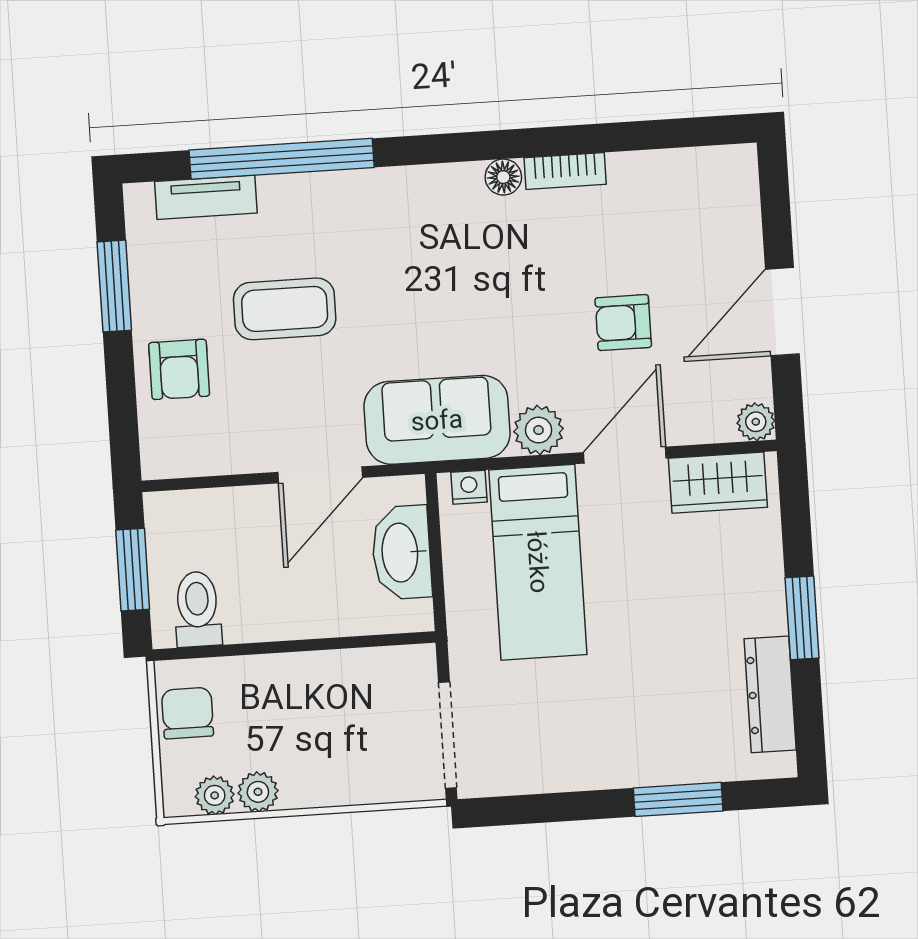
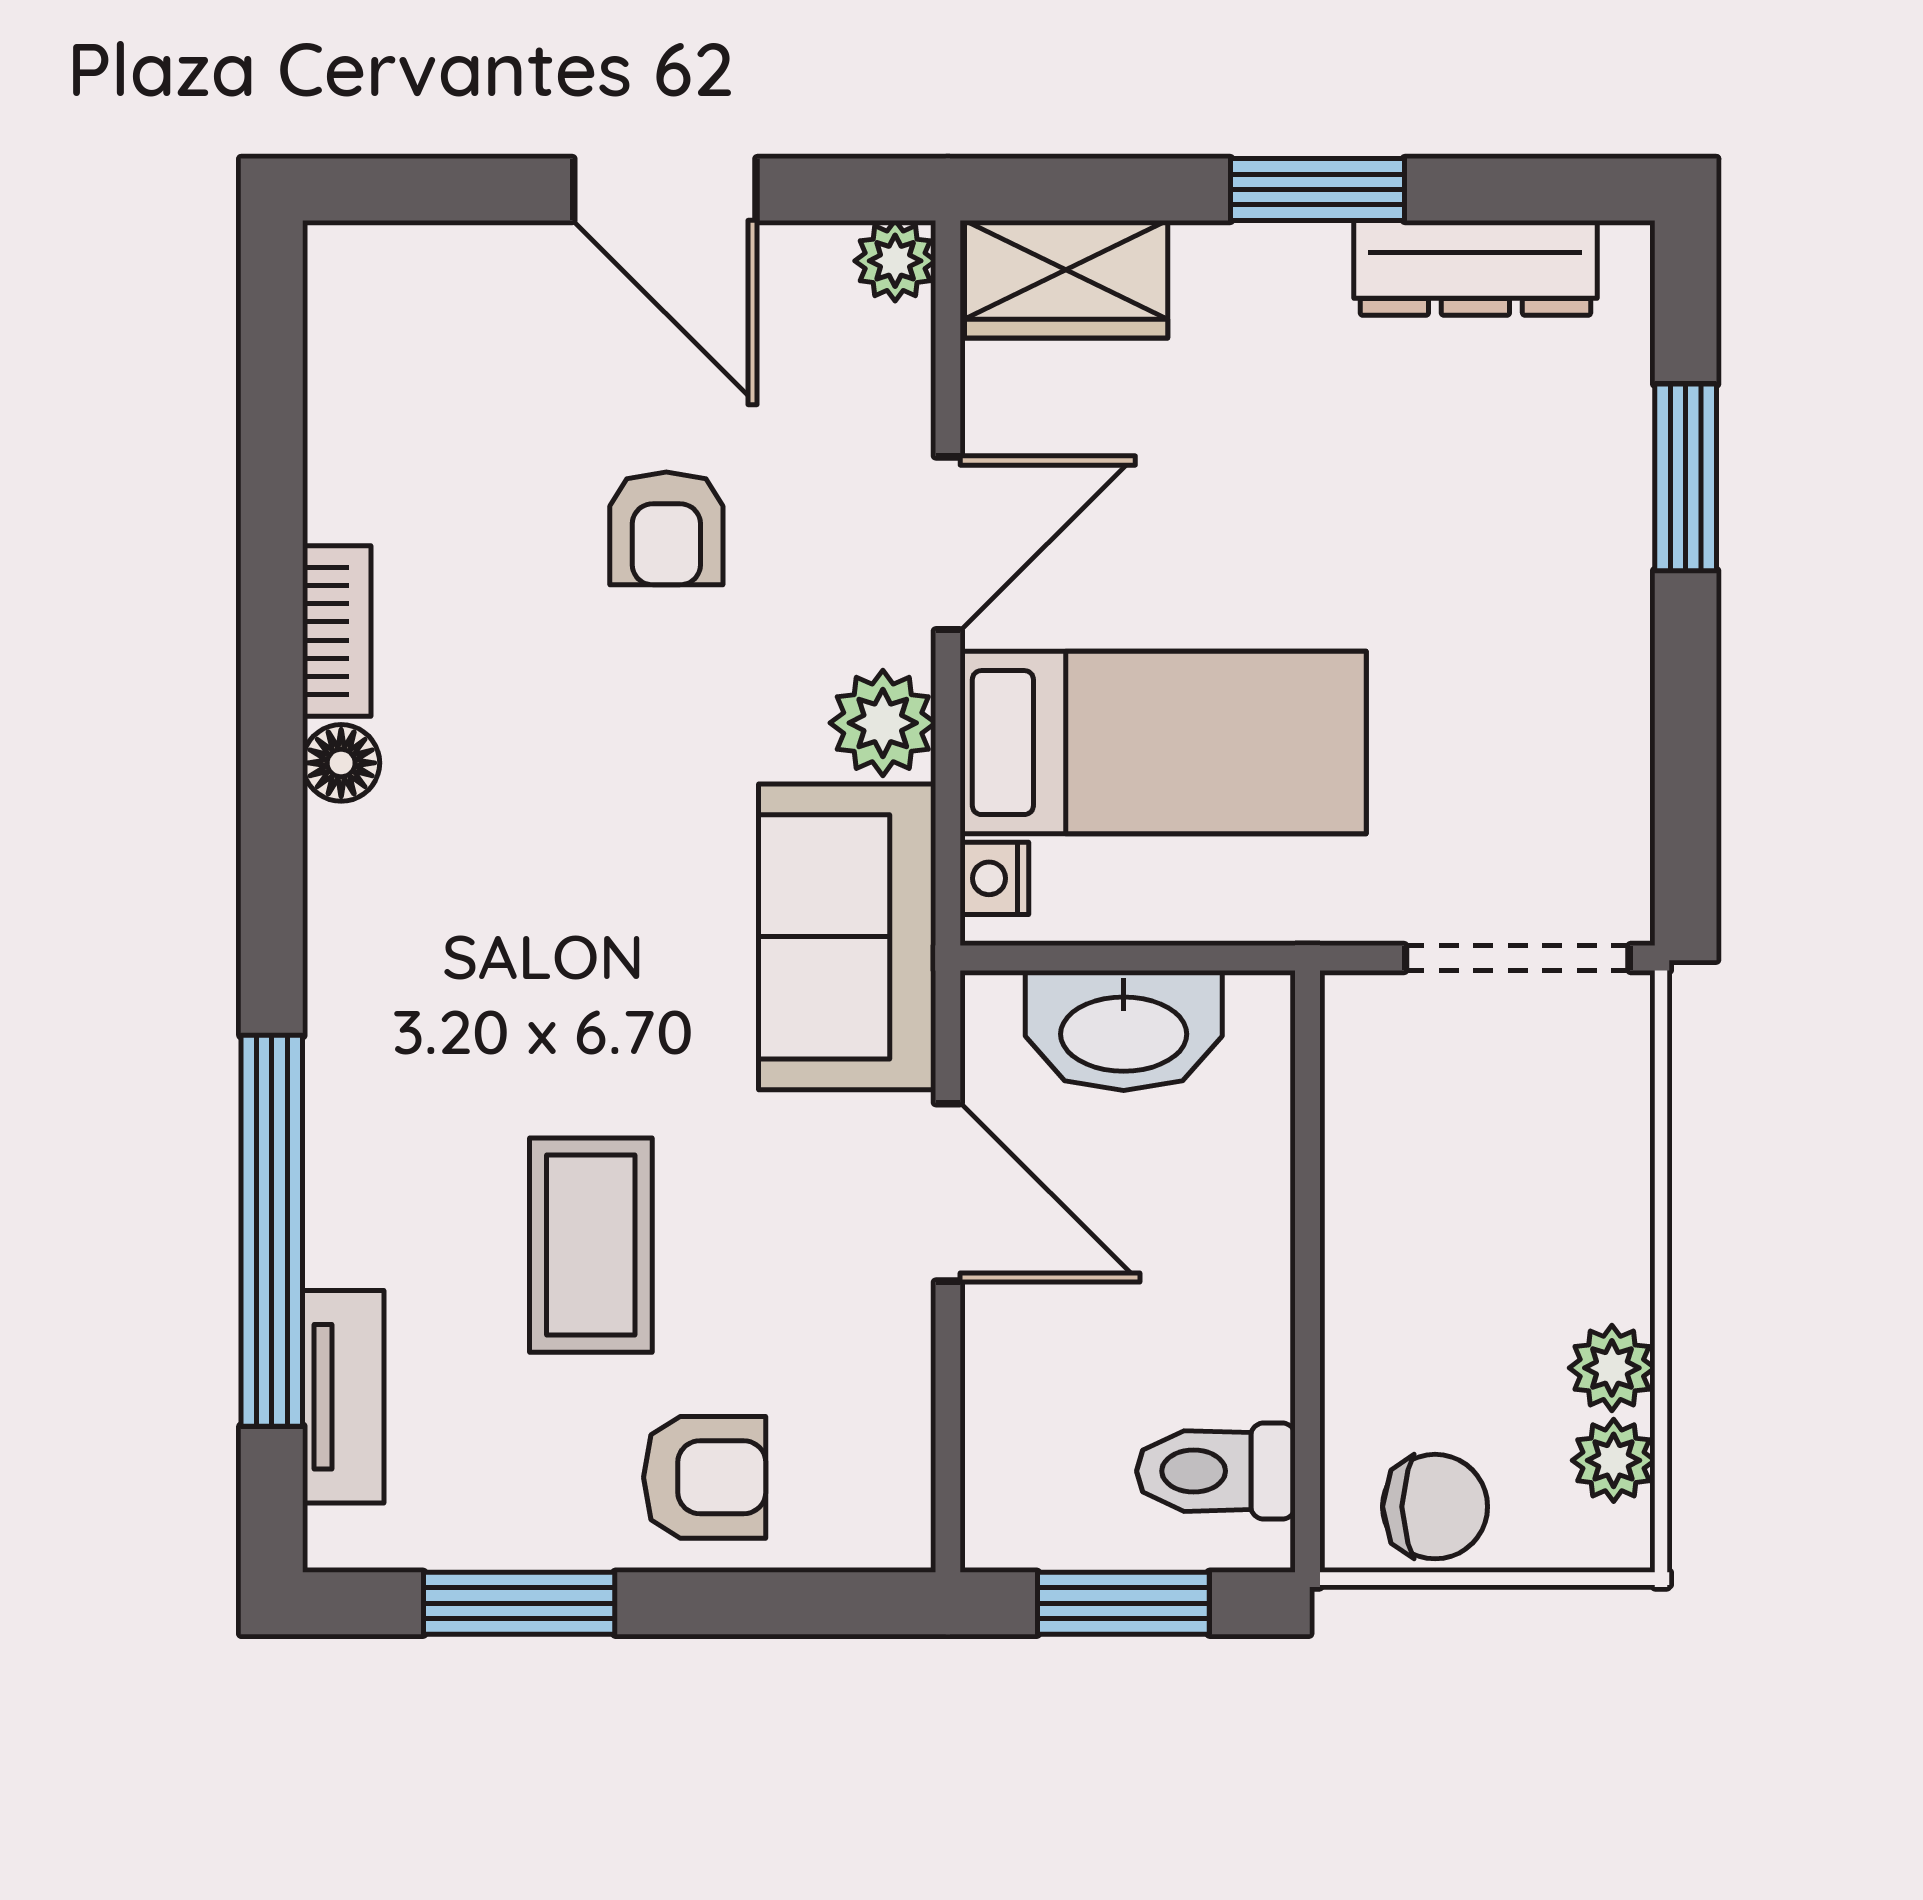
door: (625, 455) -> (948, 543), swing flipped
wardrobe: (718, 483) -> (1066, 279), moved, turned 90
chair: (187, 713) -> (1435, 1507), turned 180

